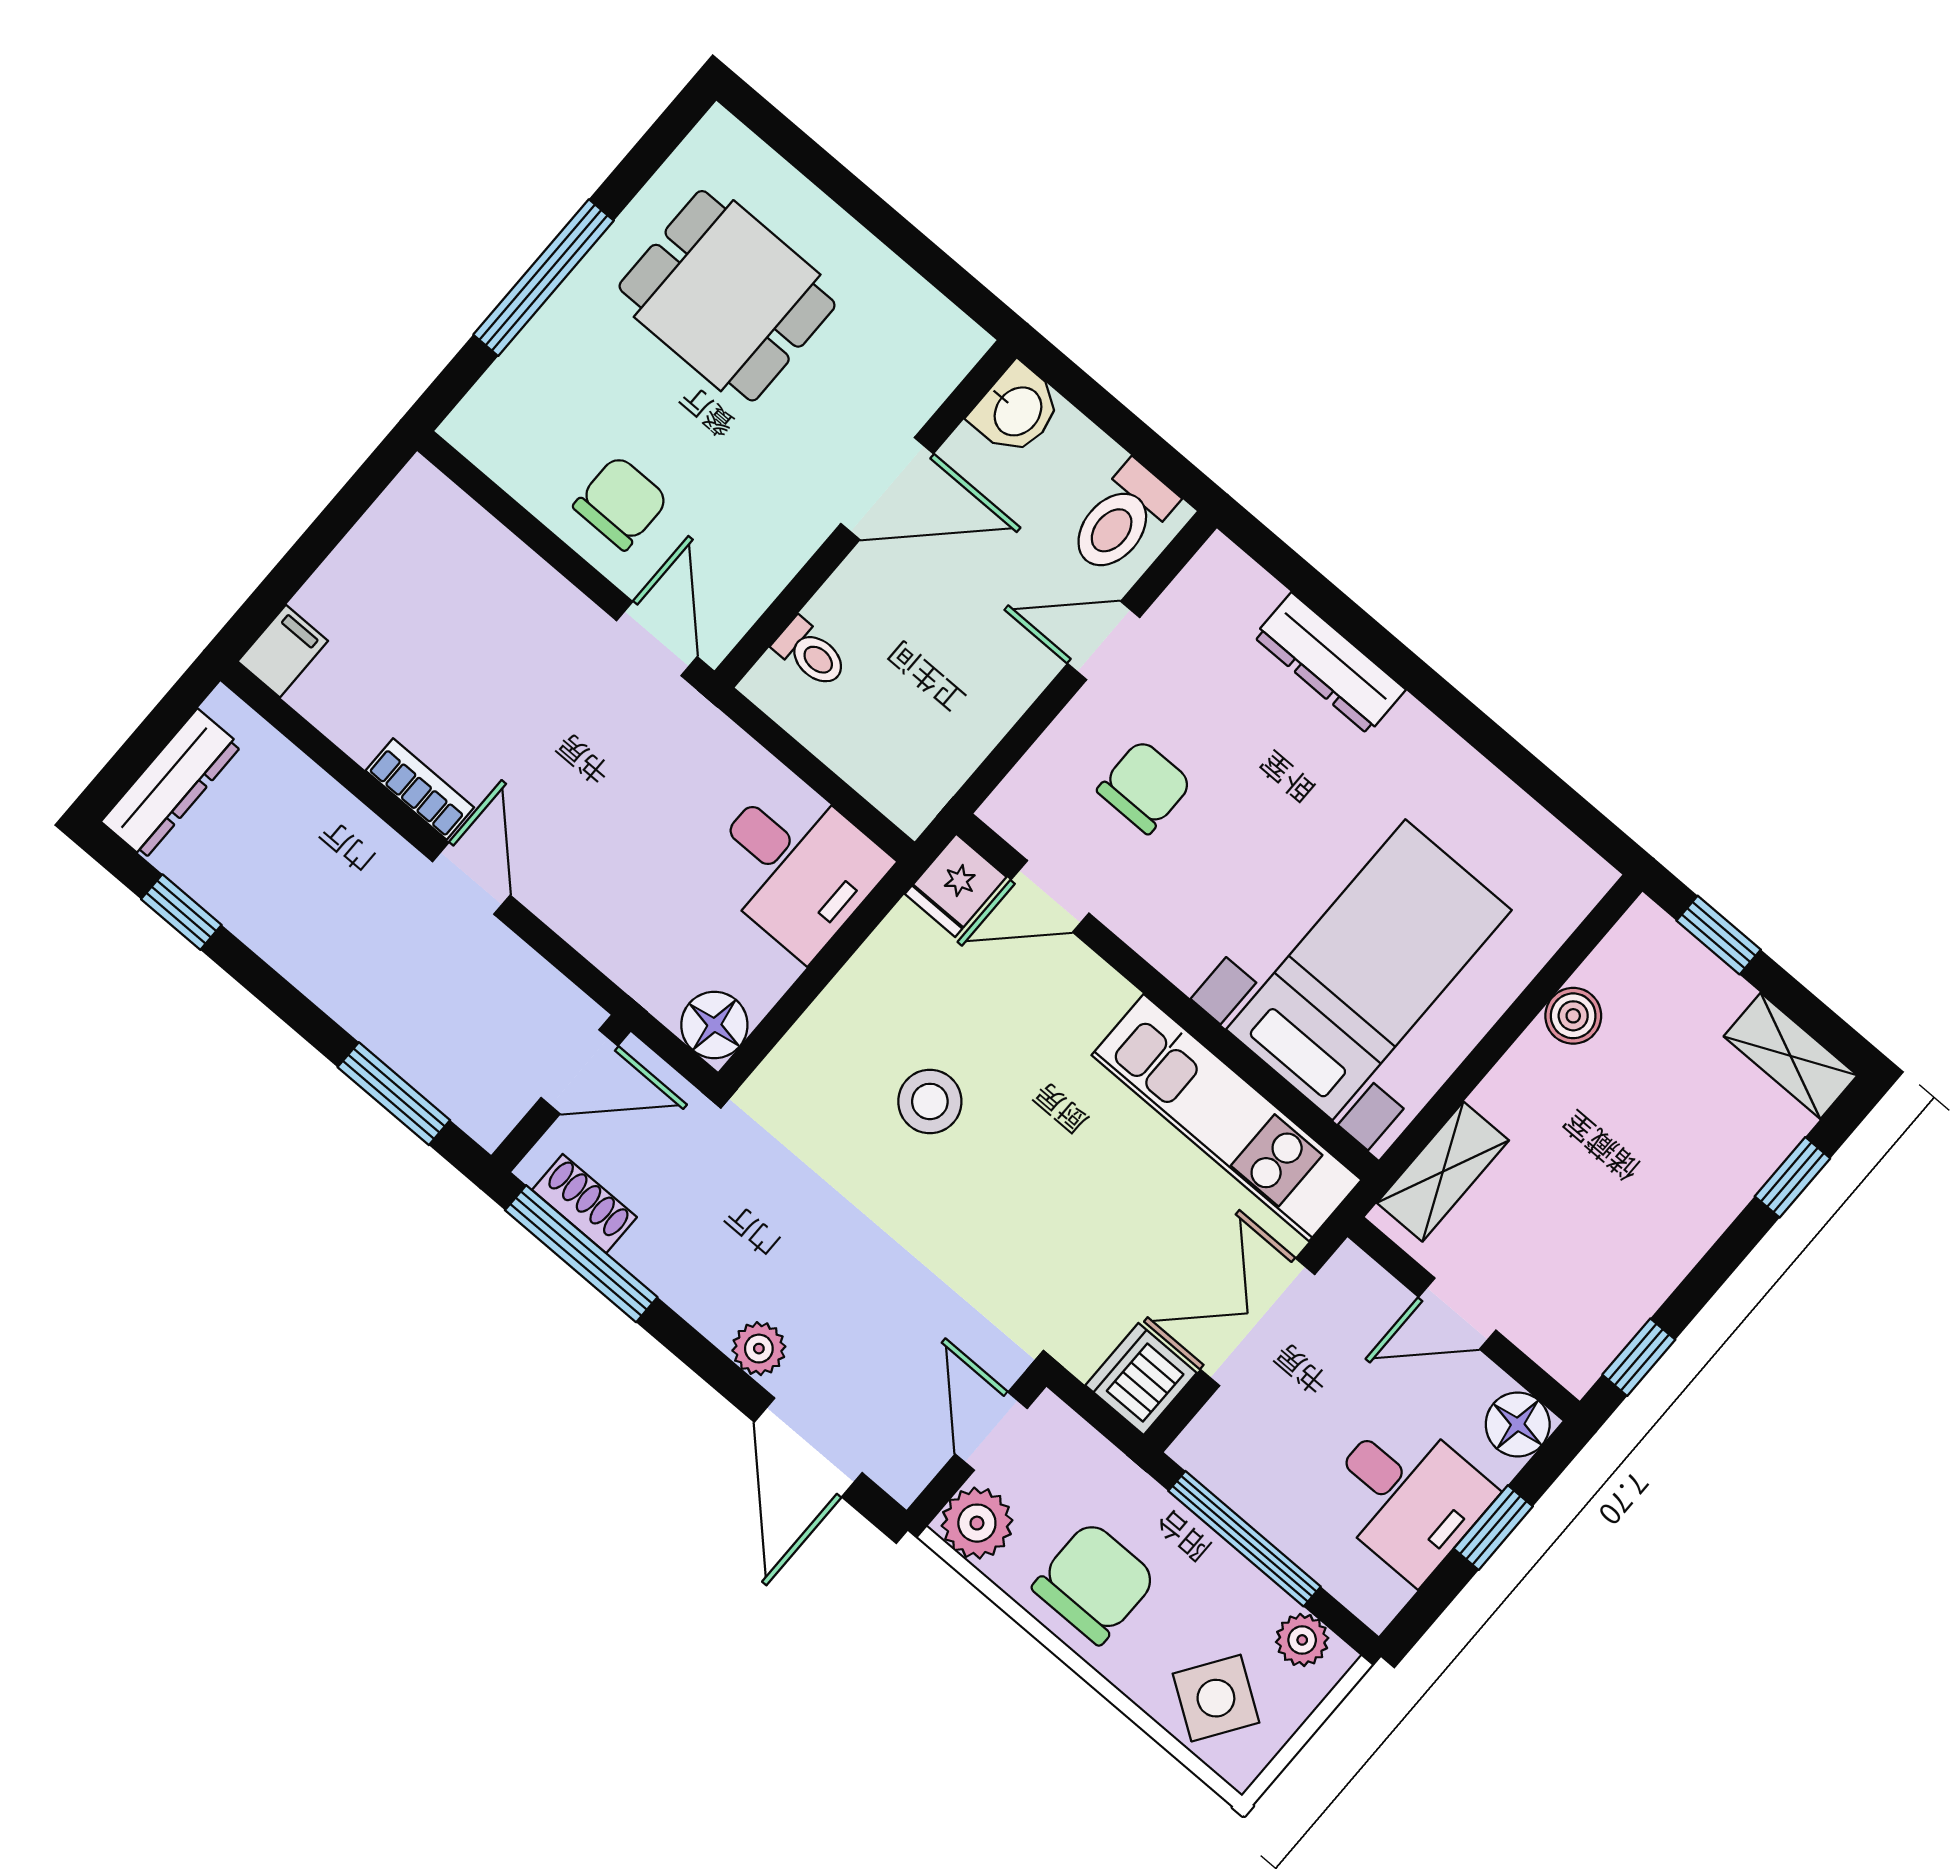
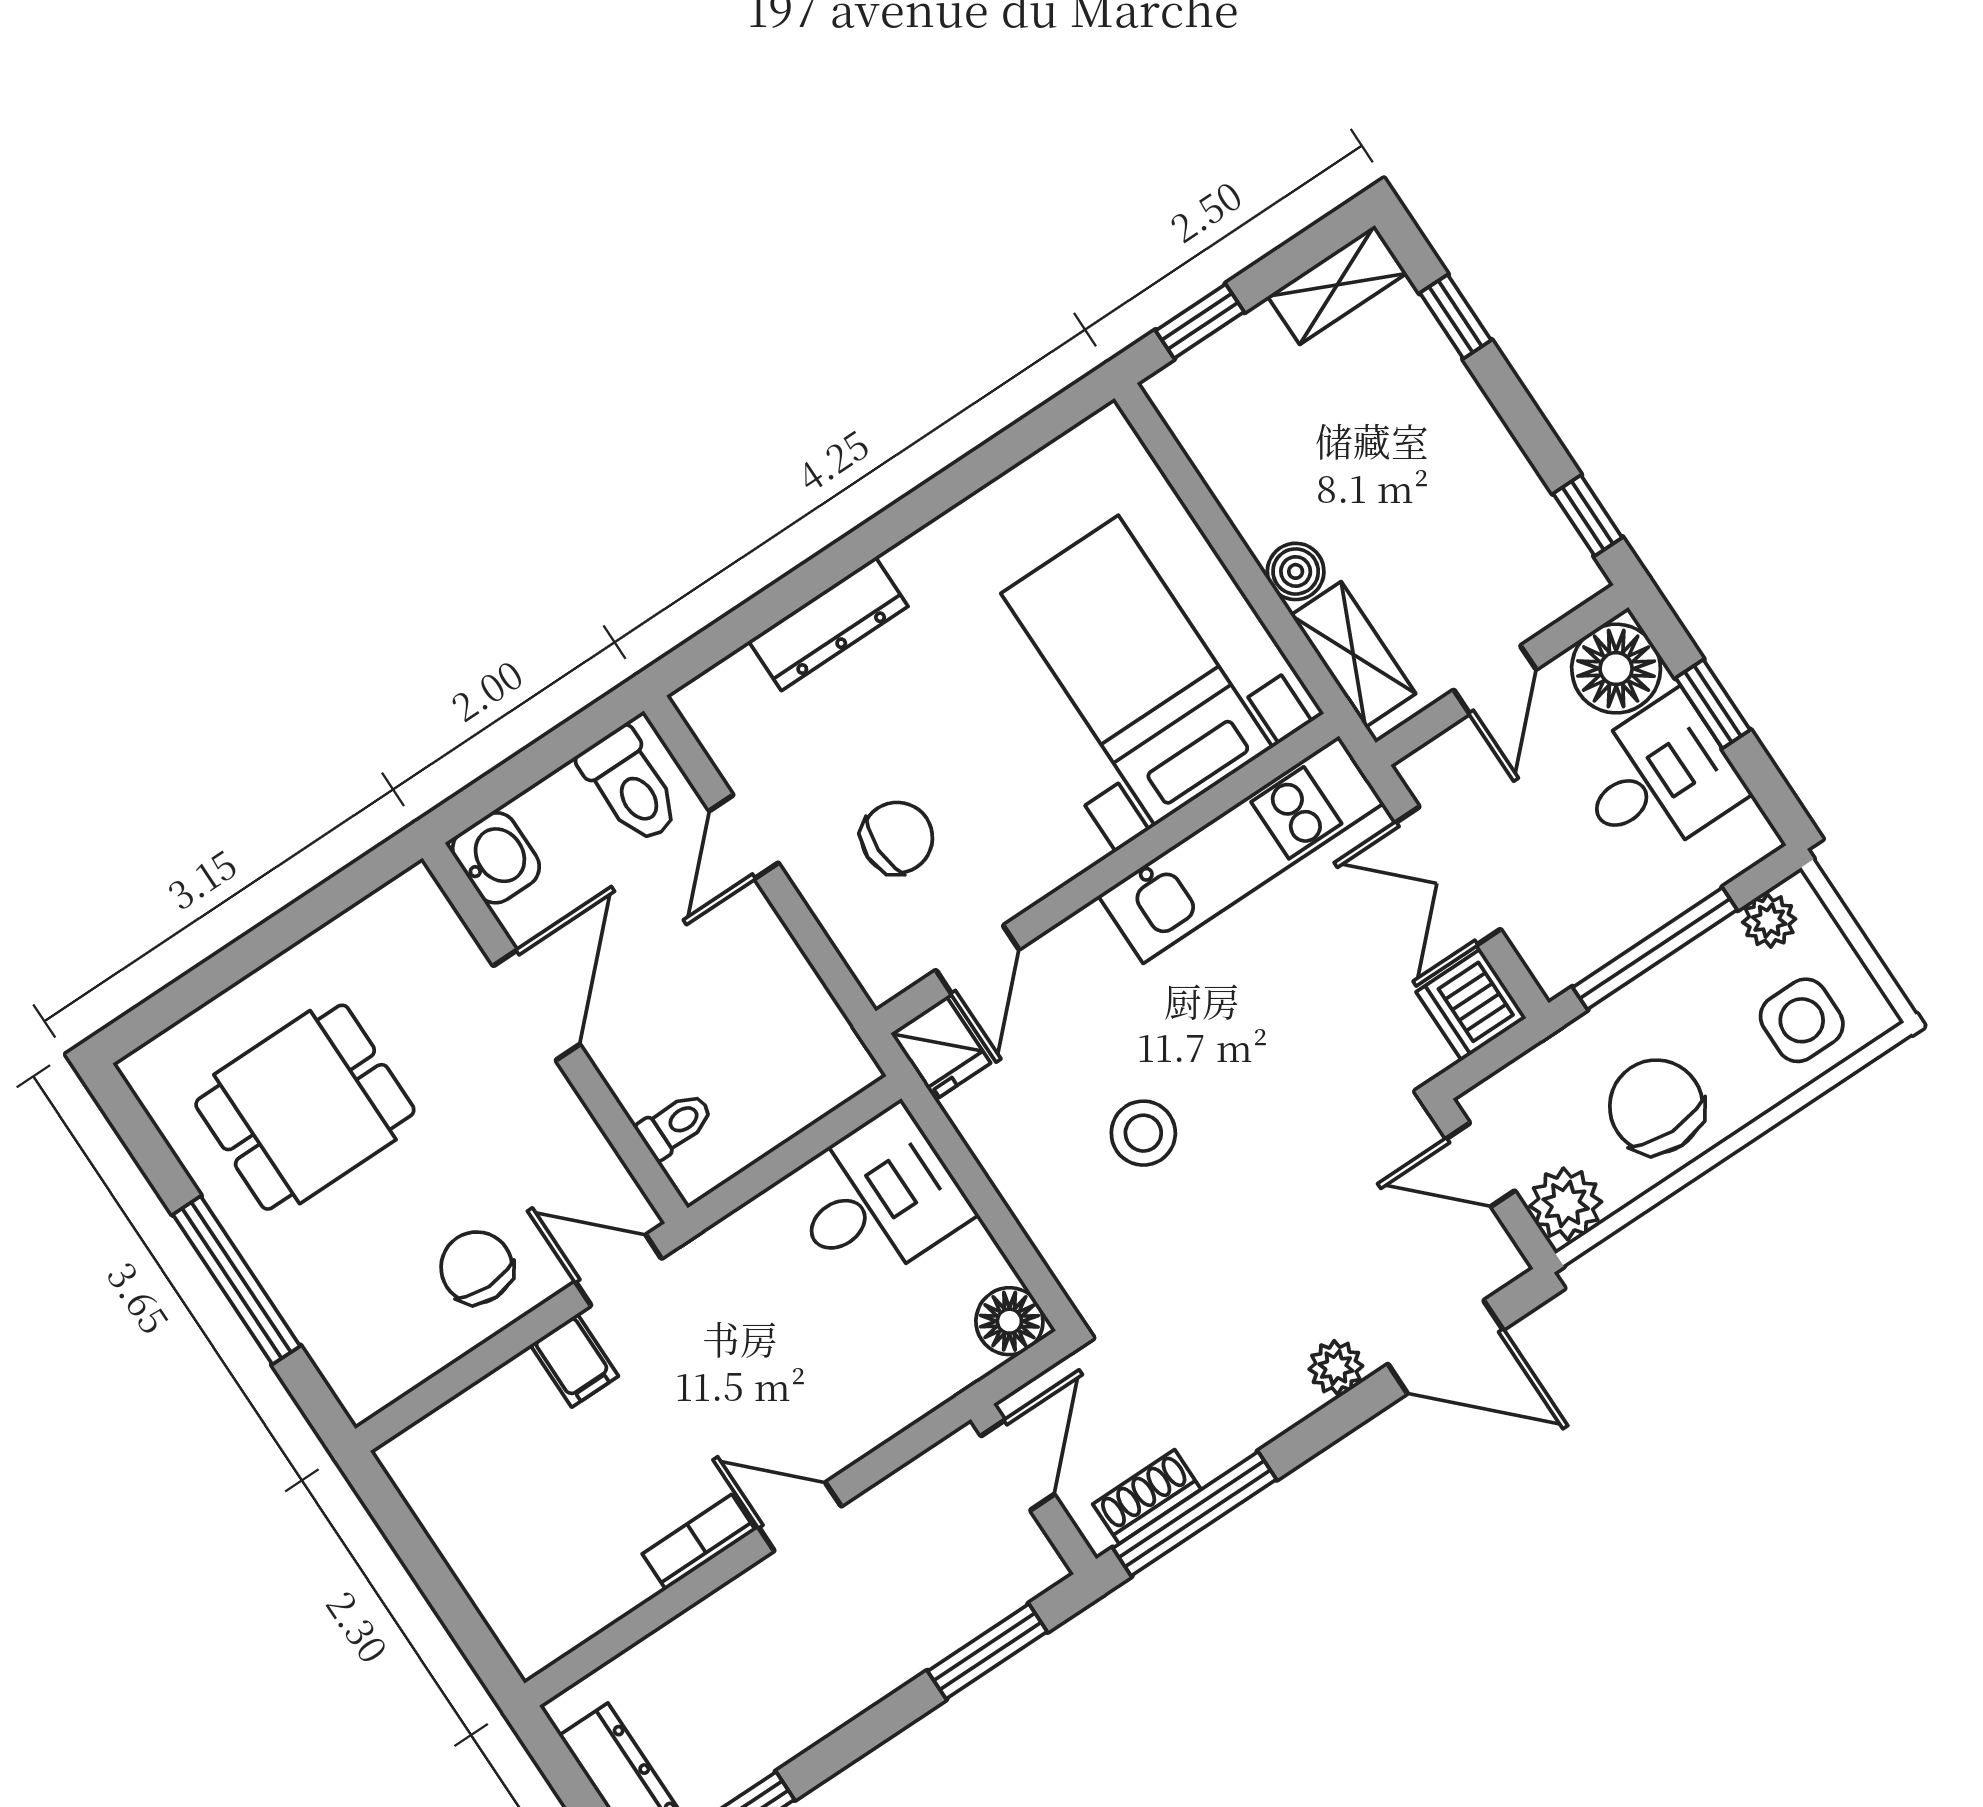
filing cabinet: (283, 651) -> (574, 1360), moved, turned 180
chair: (1145, 787) -> (897, 838), turned 90
boiler: (1573, 1016) -> (1296, 571), moved
floor lamp: (1518, 1424) -> (1616, 669), width x1.38, depth x1.38
side table: (1216, 1698) -> (1802, 1020), turned -34

